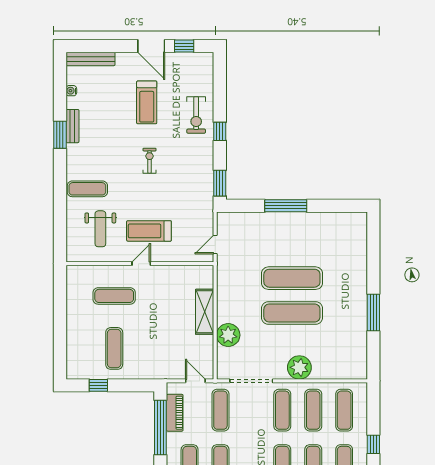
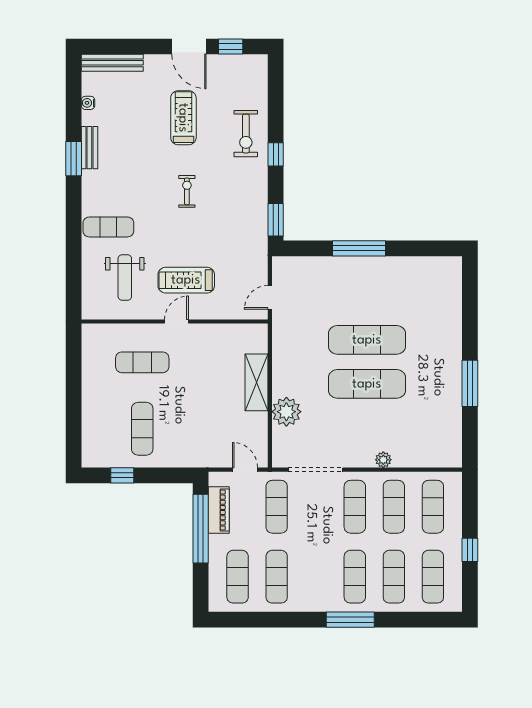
treadmill: (147, 102) -> (183, 118), turned 180
plant: (299, 367) -> (383, 460), width x0.53, depth x0.53

